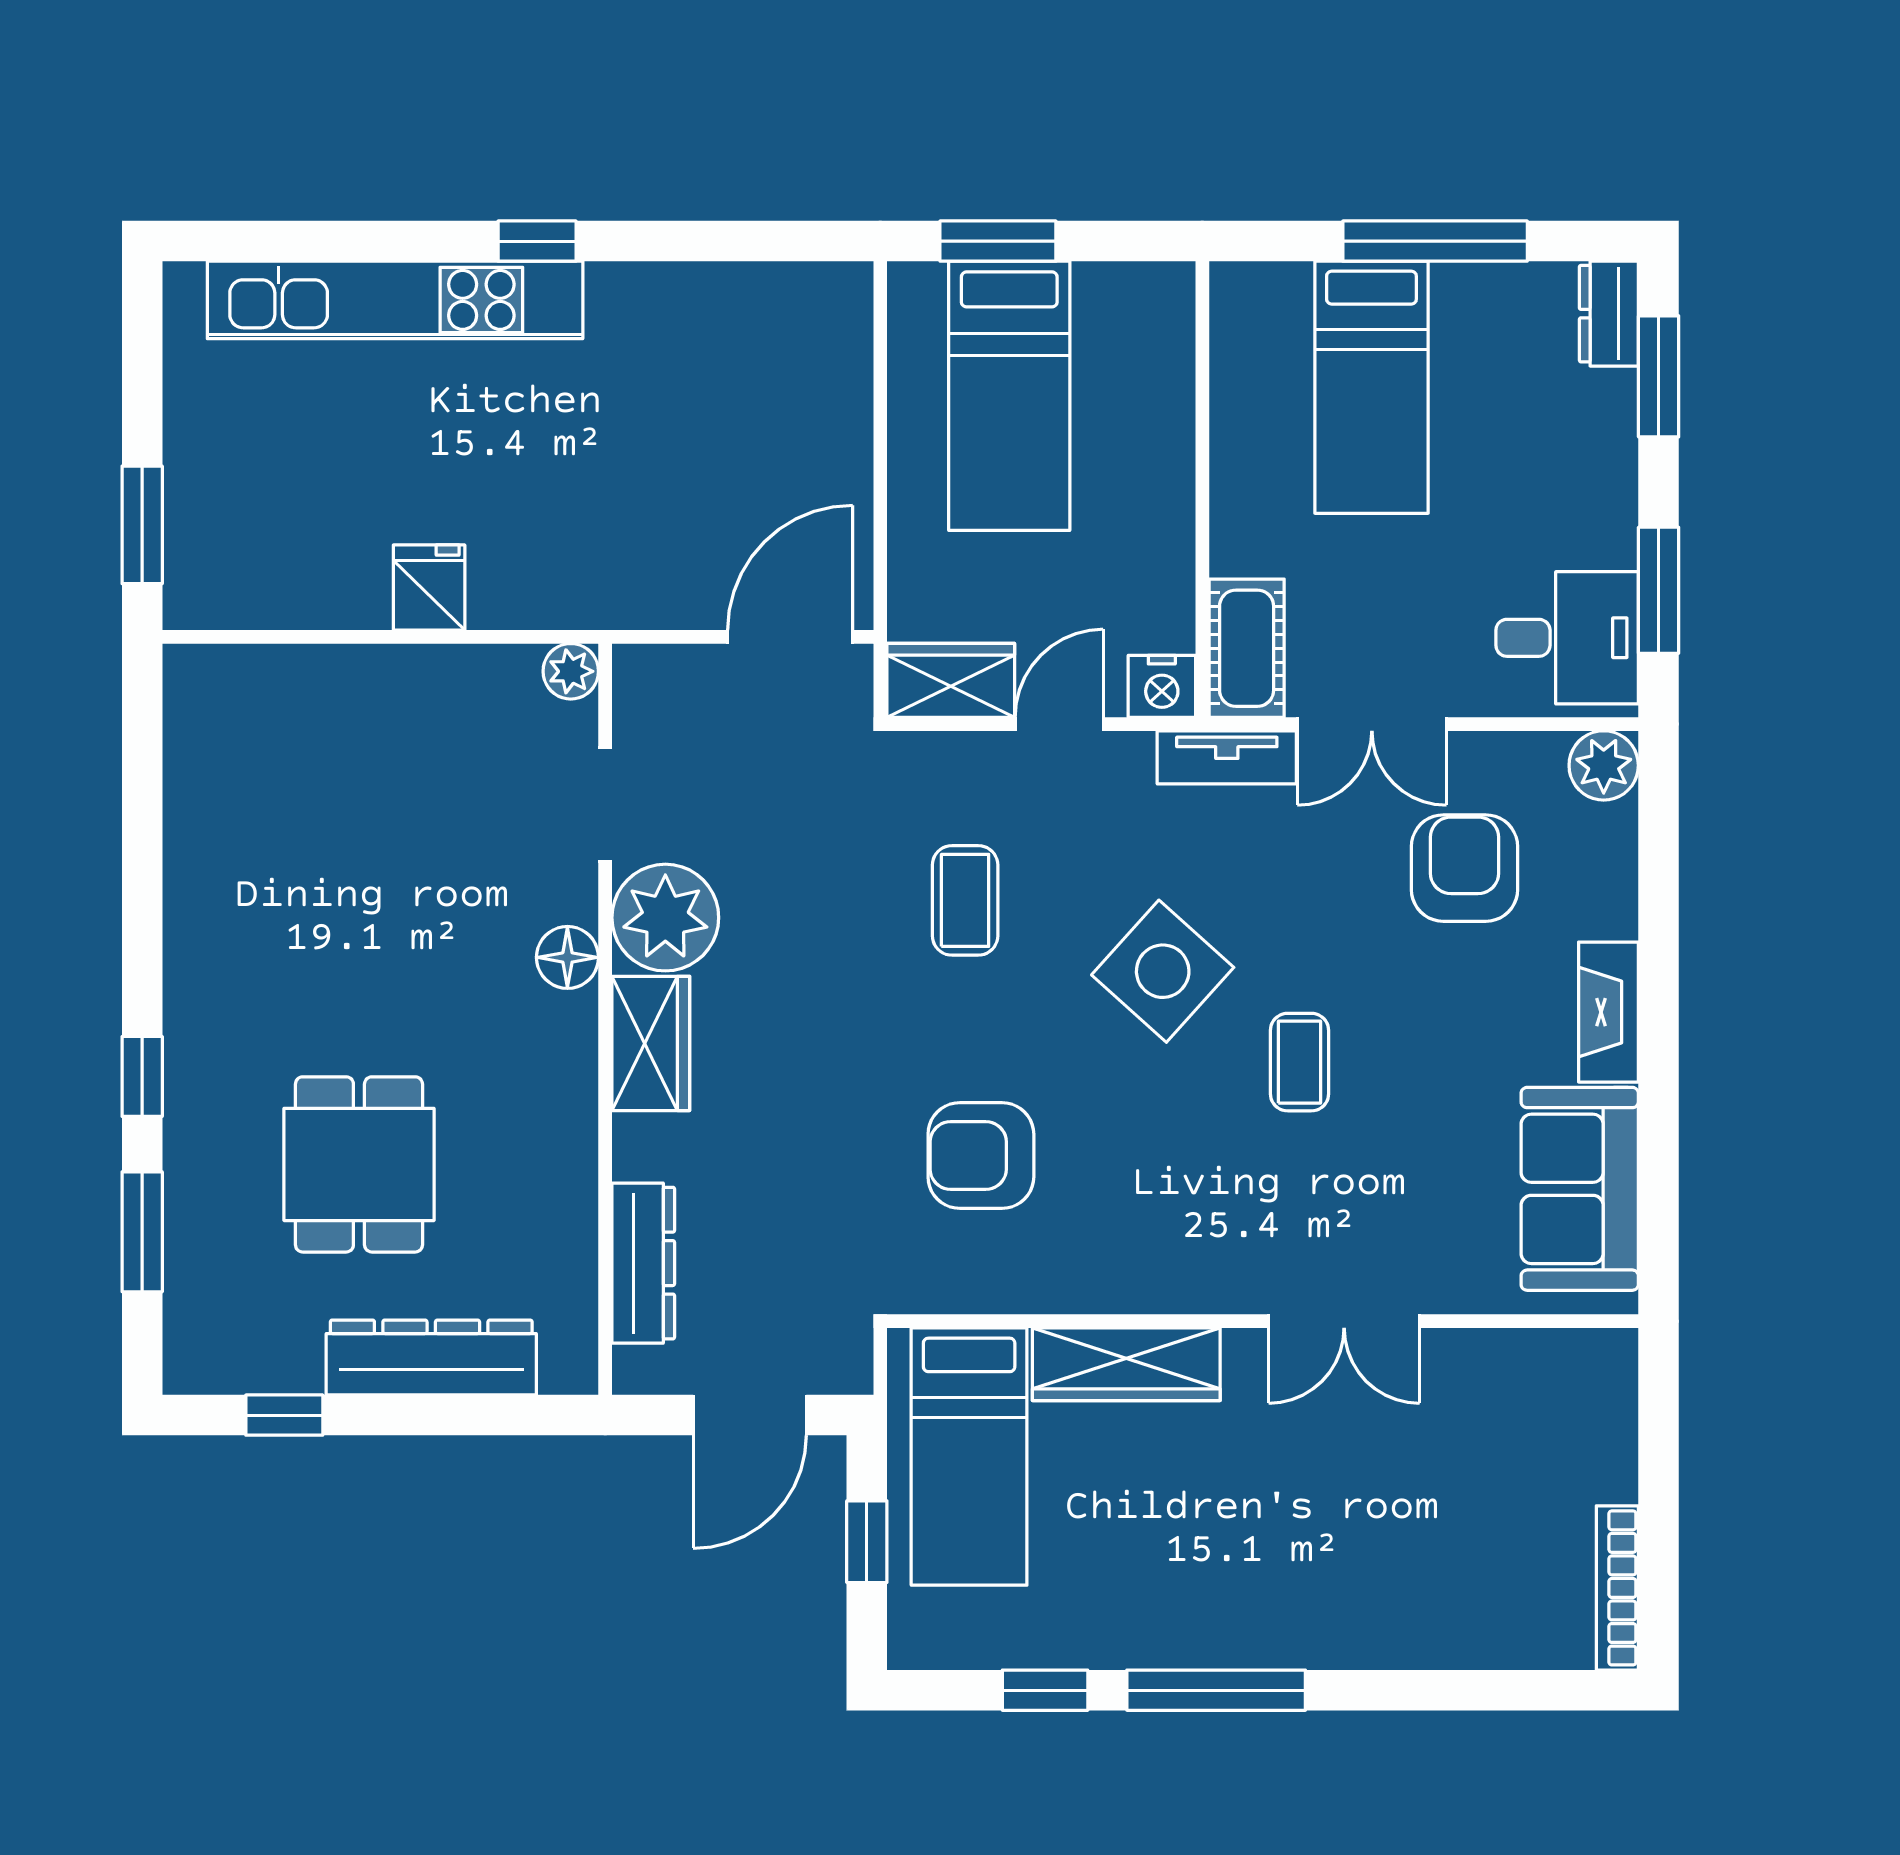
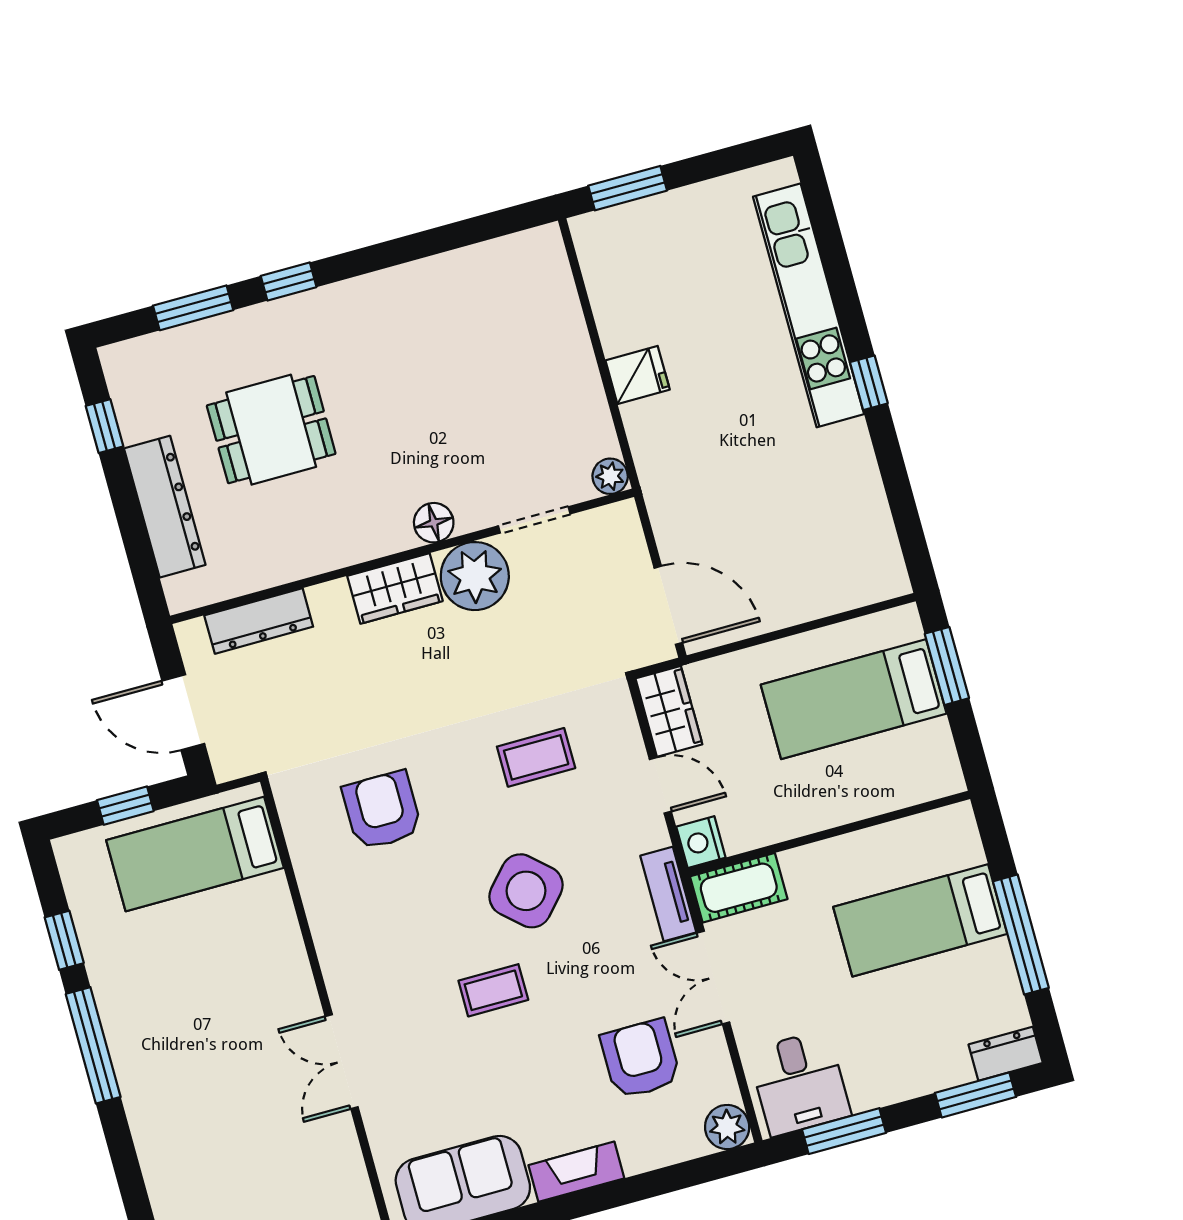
armchair: (1464, 868) -> (640, 1059), turned -90
wardrobe: (1126, 1364) -> (278, 935), removed

